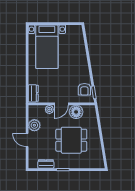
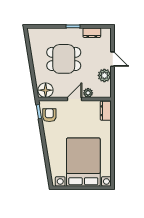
bed with nightstands: (47, 47) -> (83, 162), width x1.36
floor lamp: (76, 112) -> (46, 90), moved

